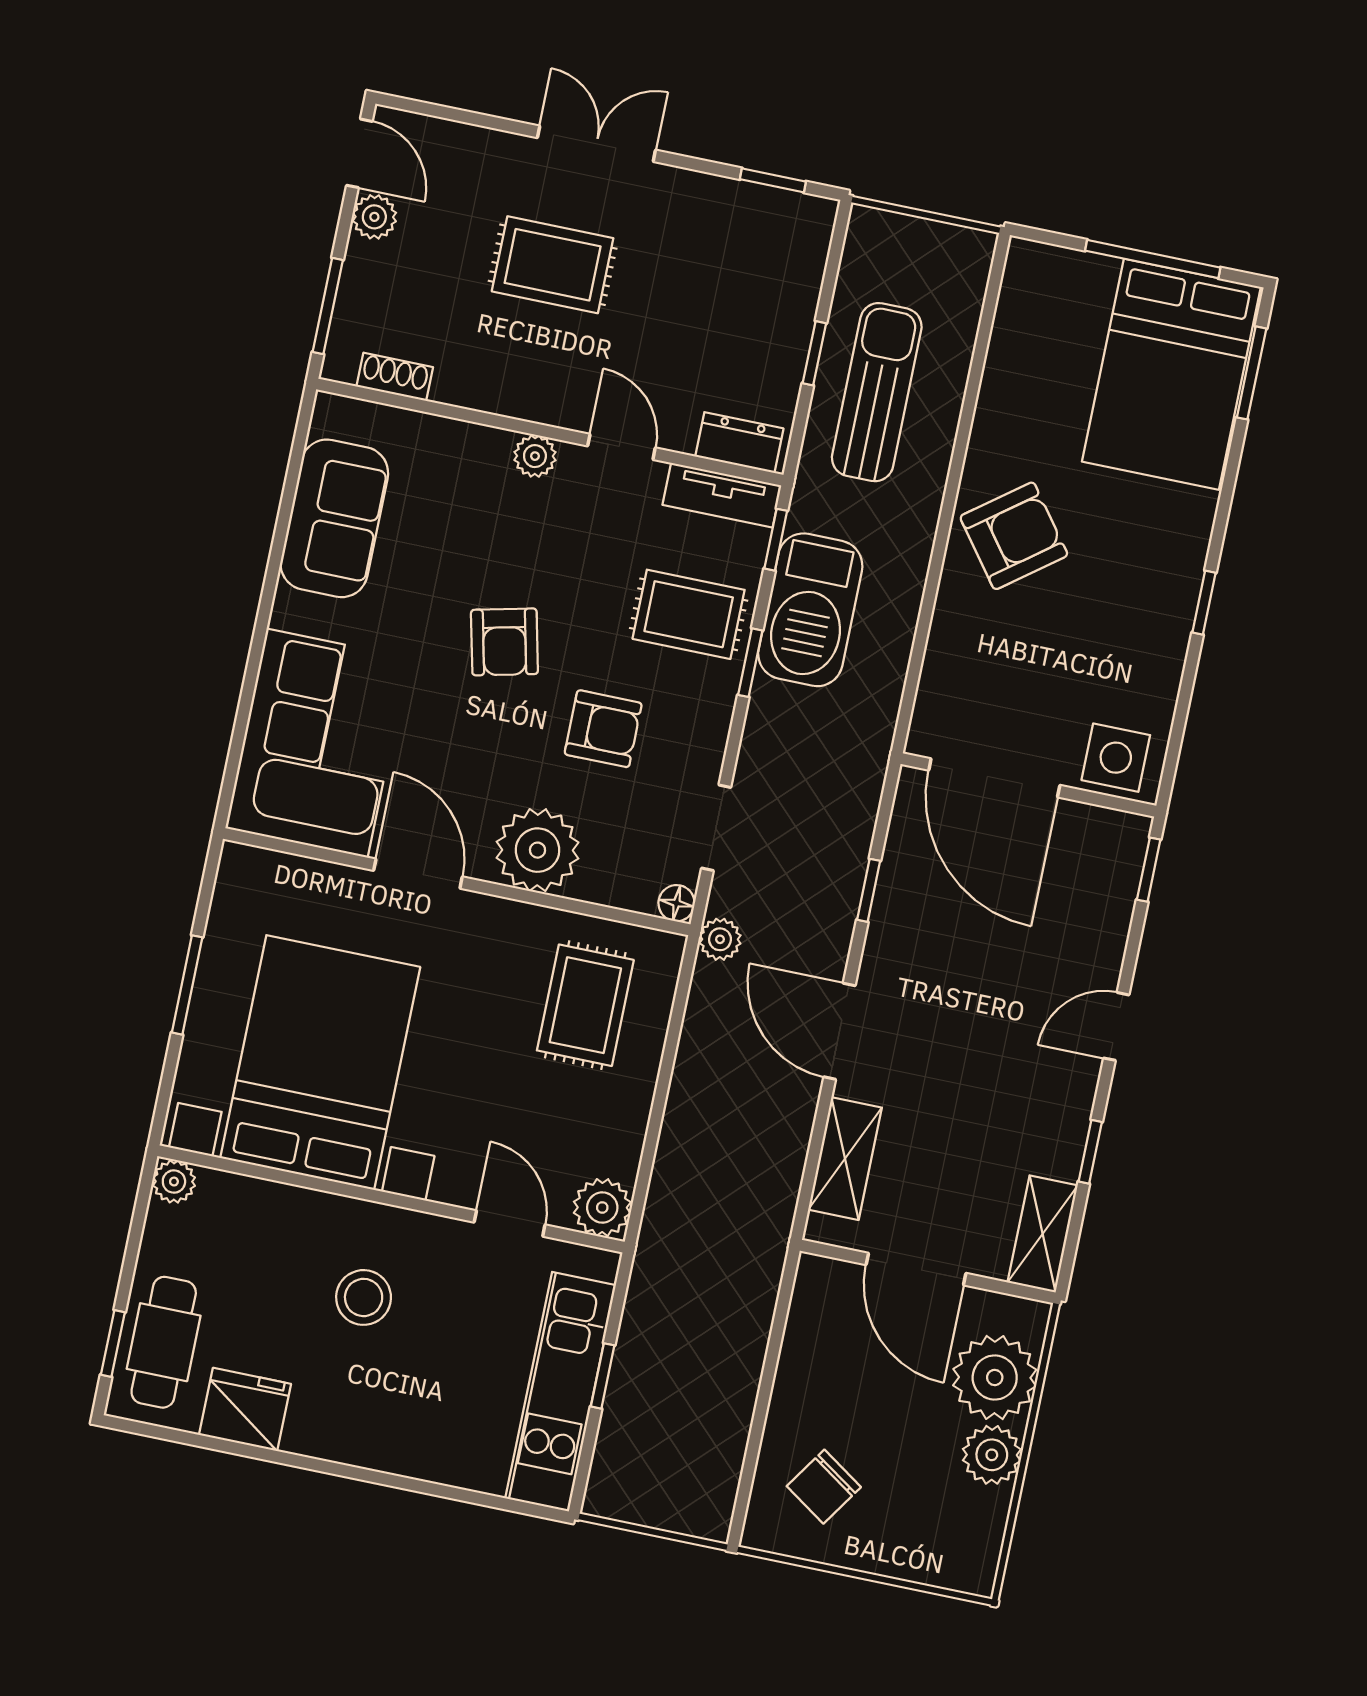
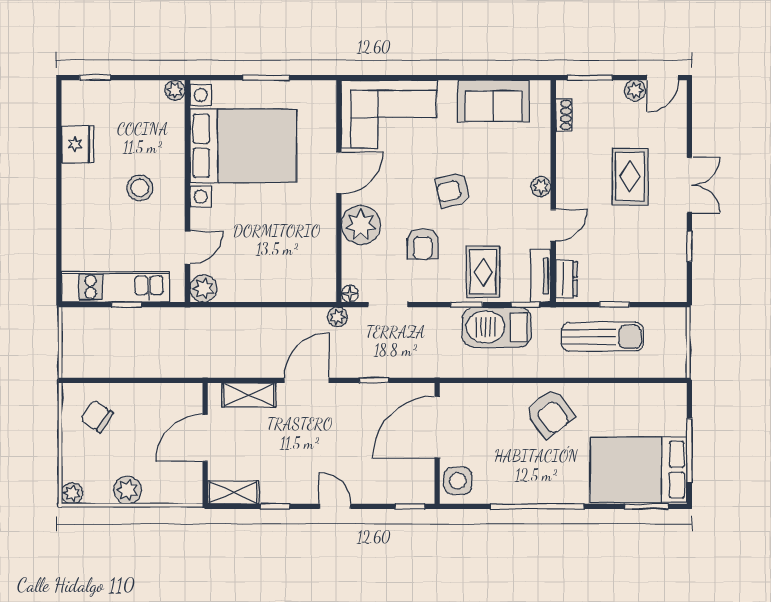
window: (773, 180) -> (689, 246), moved
window: (1204, 603) -> (537, 506), width x3.17
rug: (585, 1005) -> (295, 262), removed
cafe table: (164, 1342) -> (100, 101), removed
plant: (995, 1377) -> (72, 493), moved, width x0.53, depth x0.53

